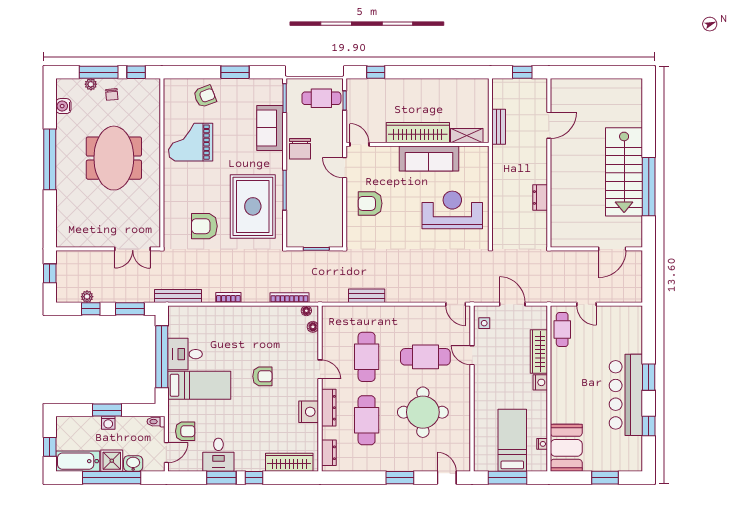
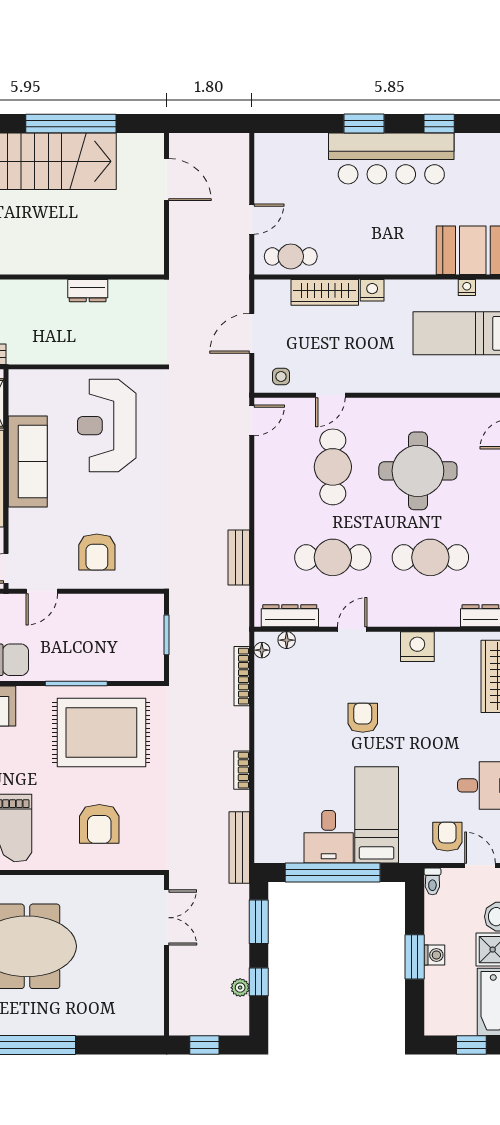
armchair: (204, 226) -> (99, 824), moved
dresser: (329, 408) -> (290, 616), moved

